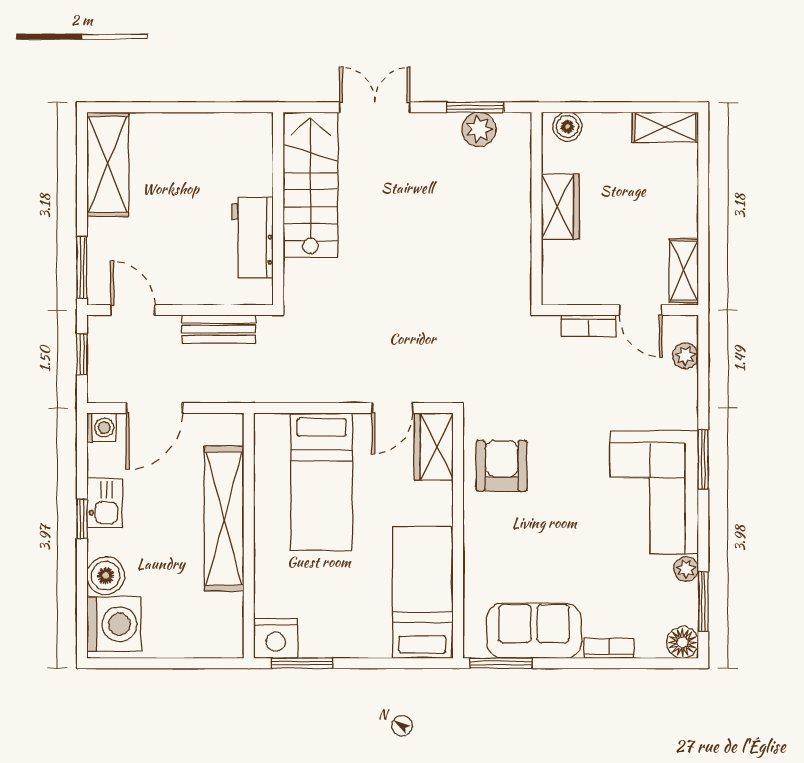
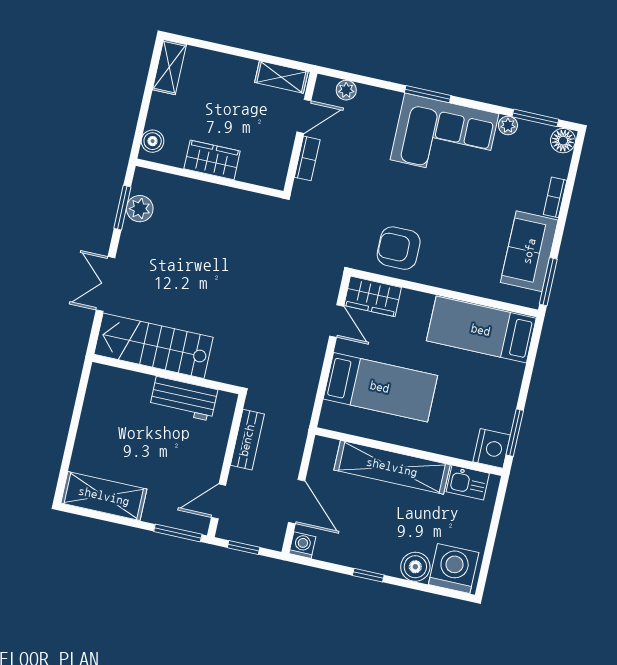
kitchen sink: (105, 503) -> (468, 483), moved, turned 180

